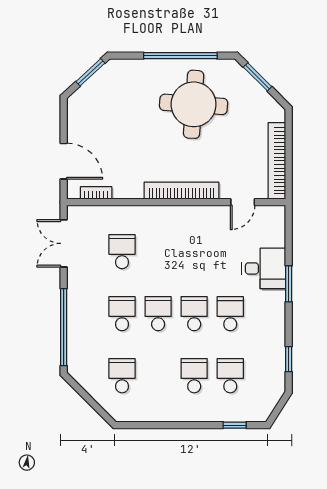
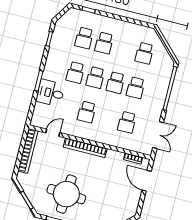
school desk: (194, 252) -> (87, 112), added

